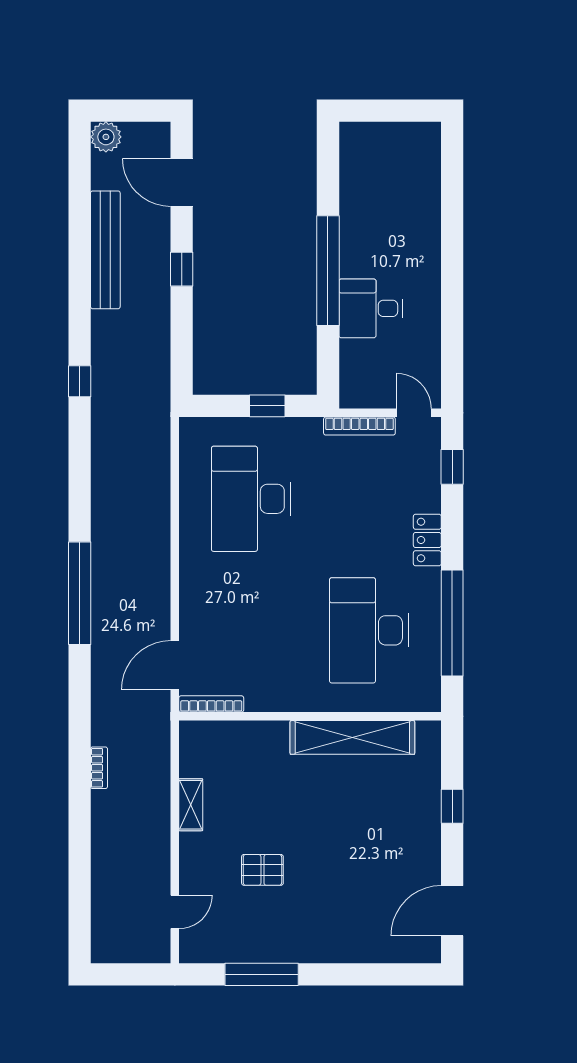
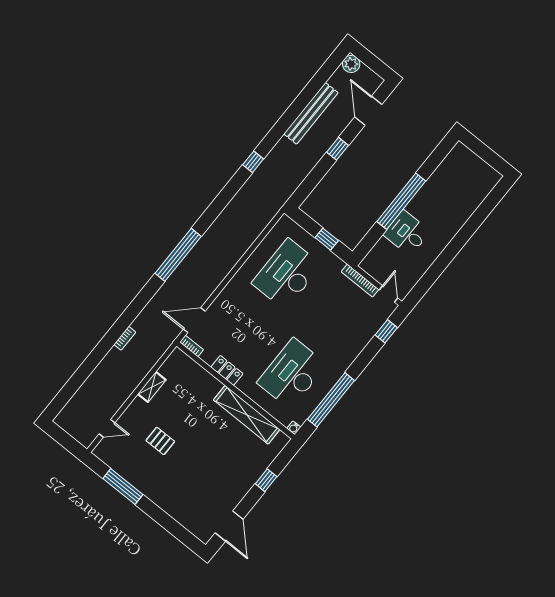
locker: (427, 540) -> (227, 370), moved, turned 90
water cooler: (432, 703) -> (294, 428), added
bookcase: (211, 704) -> (191, 346), width x0.64
door: (452, 911) -> (229, 526), swing flipped

